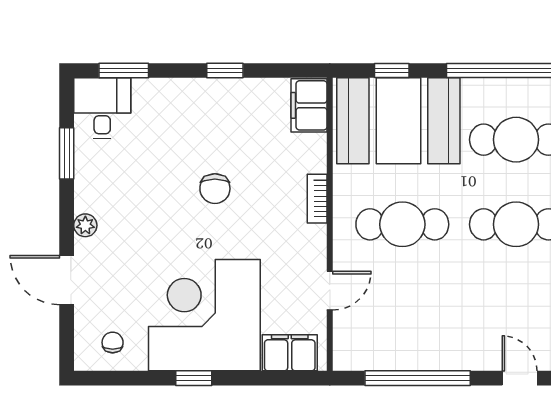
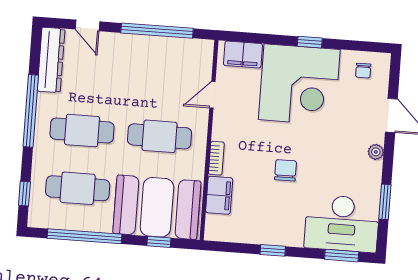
filing cabinet: (309, 105) -> (219, 195), moved
desk: (102, 108) -> (342, 223), width x1.87, depth x1.30

